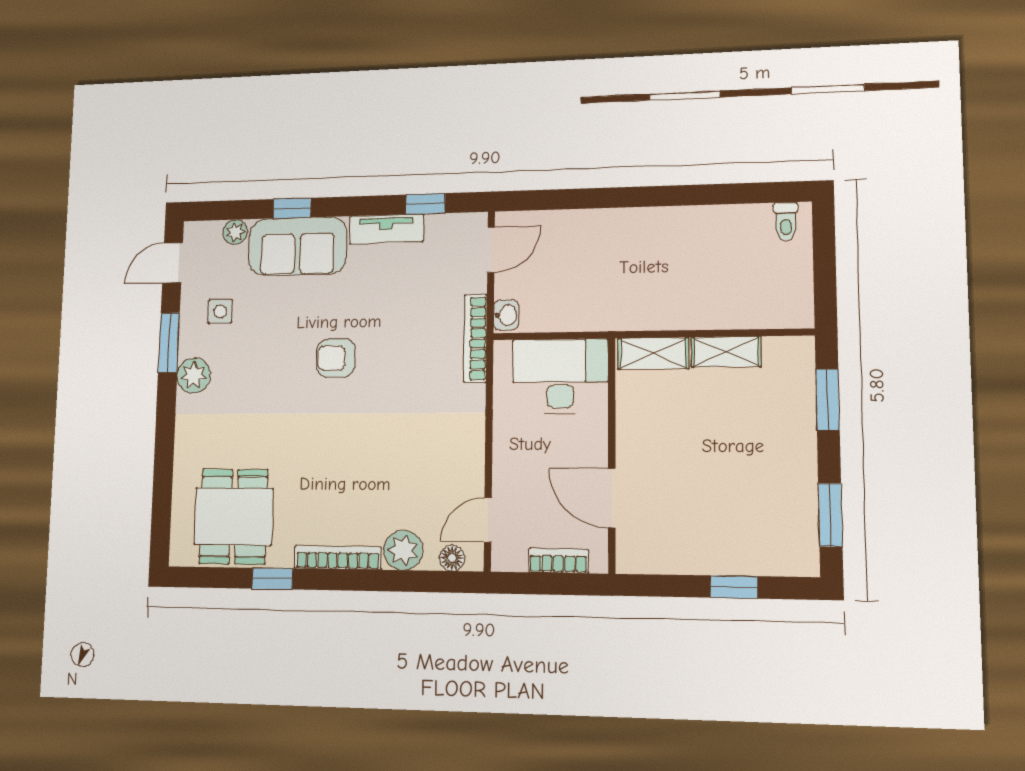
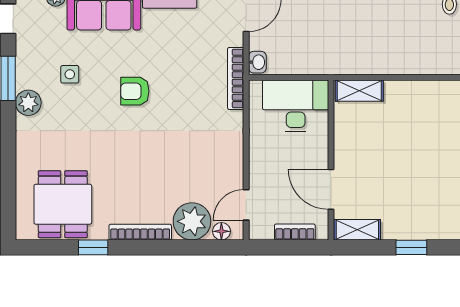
side table: (220, 311) -> (70, 74), moved
shelving: (726, 352) -> (357, 230), moved
plant: (403, 550) -> (192, 221), width x1.36, depth x1.36

